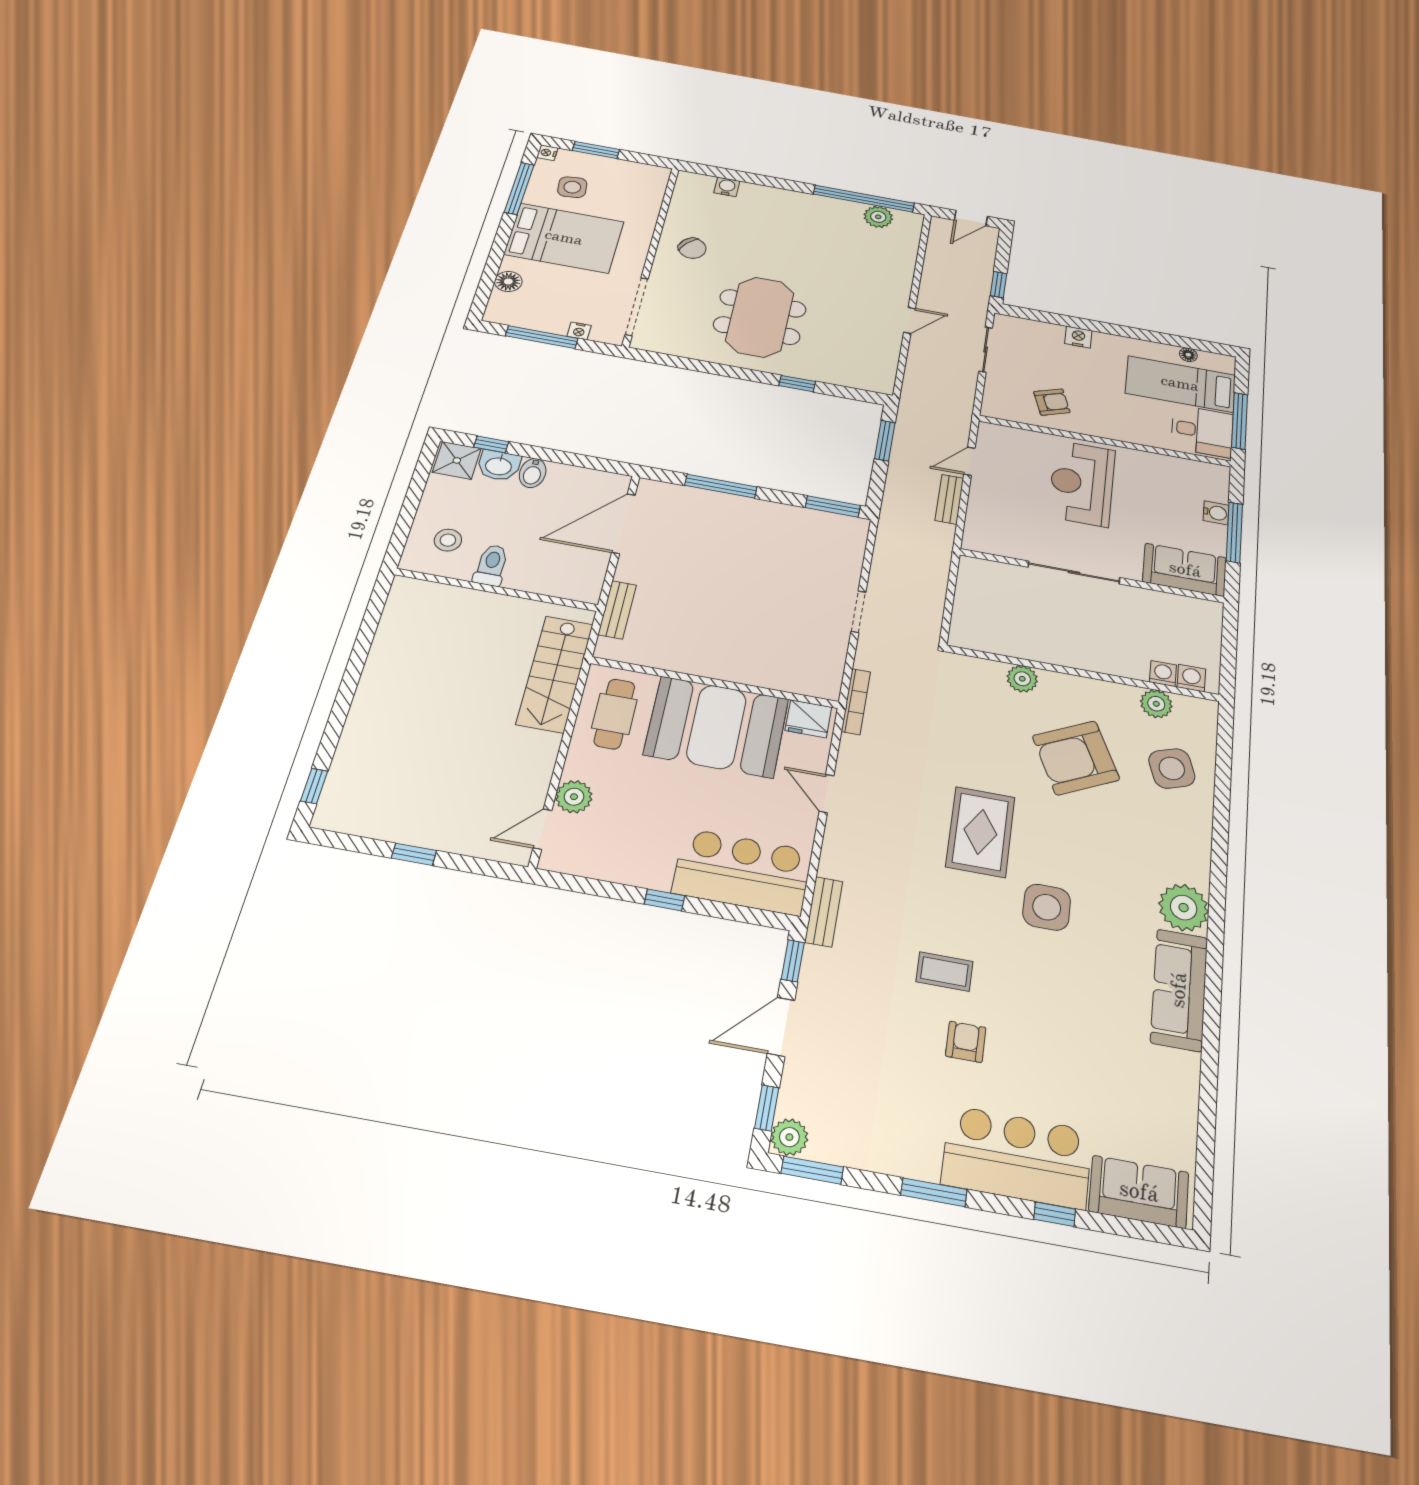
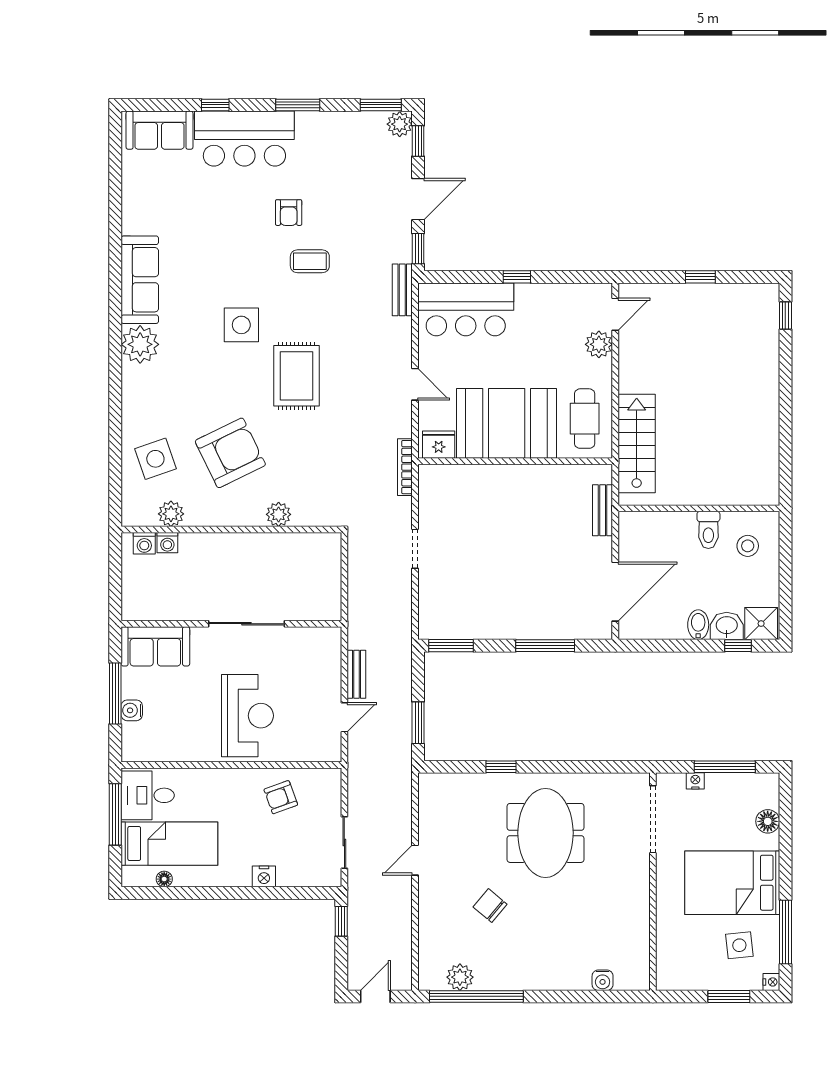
chair: (692, 248) -> (490, 906), moved

